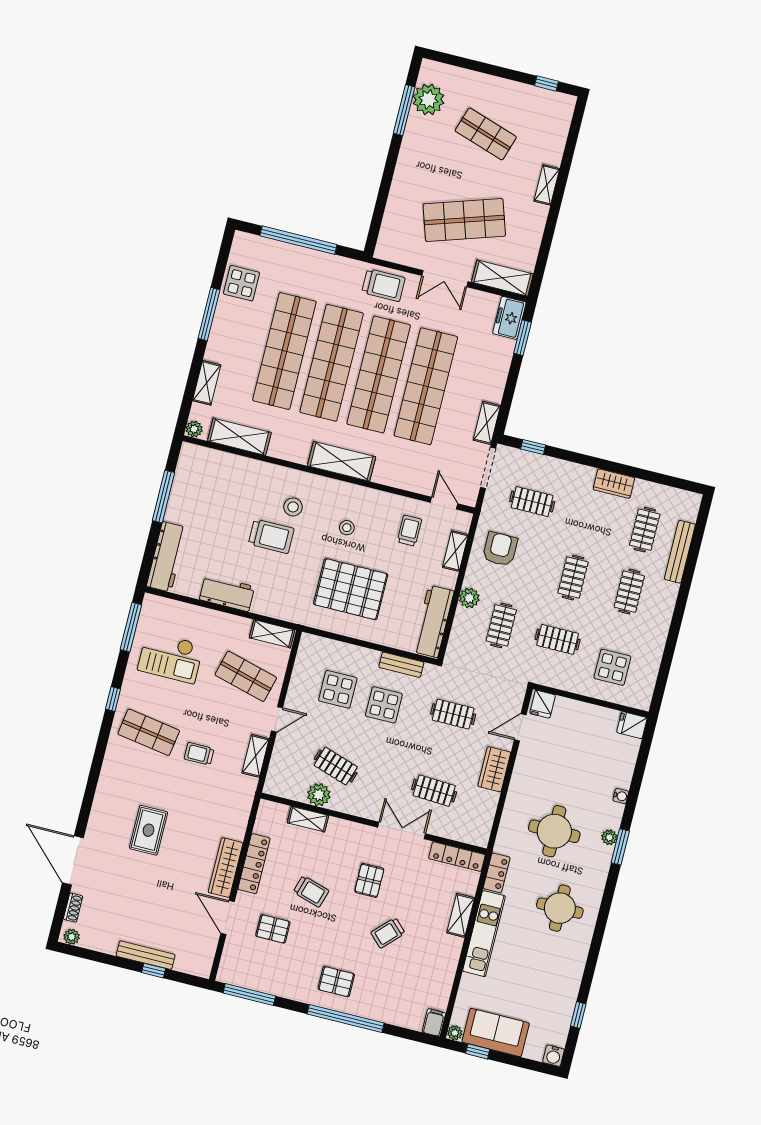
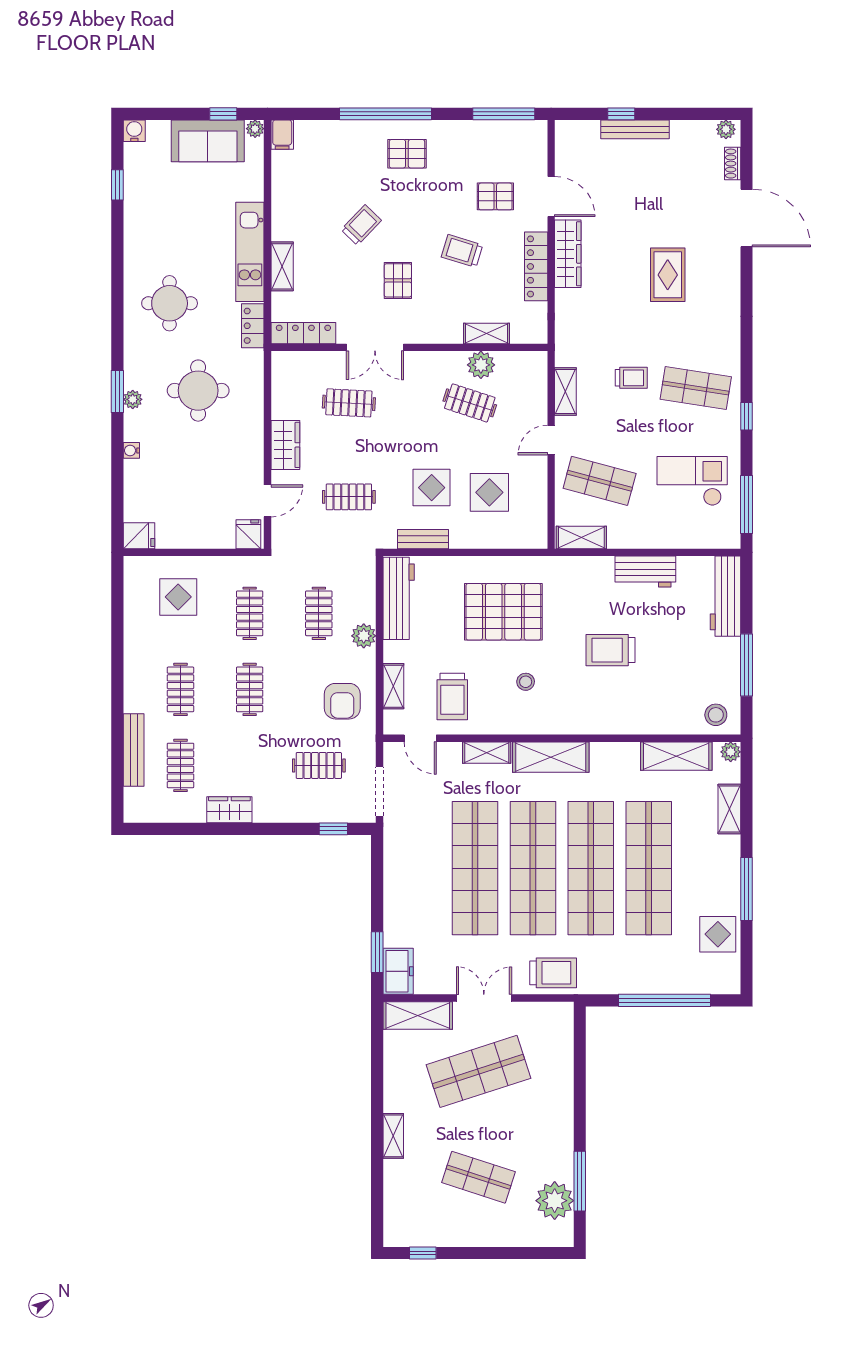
trolley: (383, 285) -> (553, 973), turned 180
shelving: (487, 423) -> (487, 753), moved, turned 90
stool: (293, 507) -> (716, 715), moved
trolley: (409, 531) -> (452, 696), width x1.36, depth x1.39
clothes rail: (558, 639) -> (250, 613), turned 90

